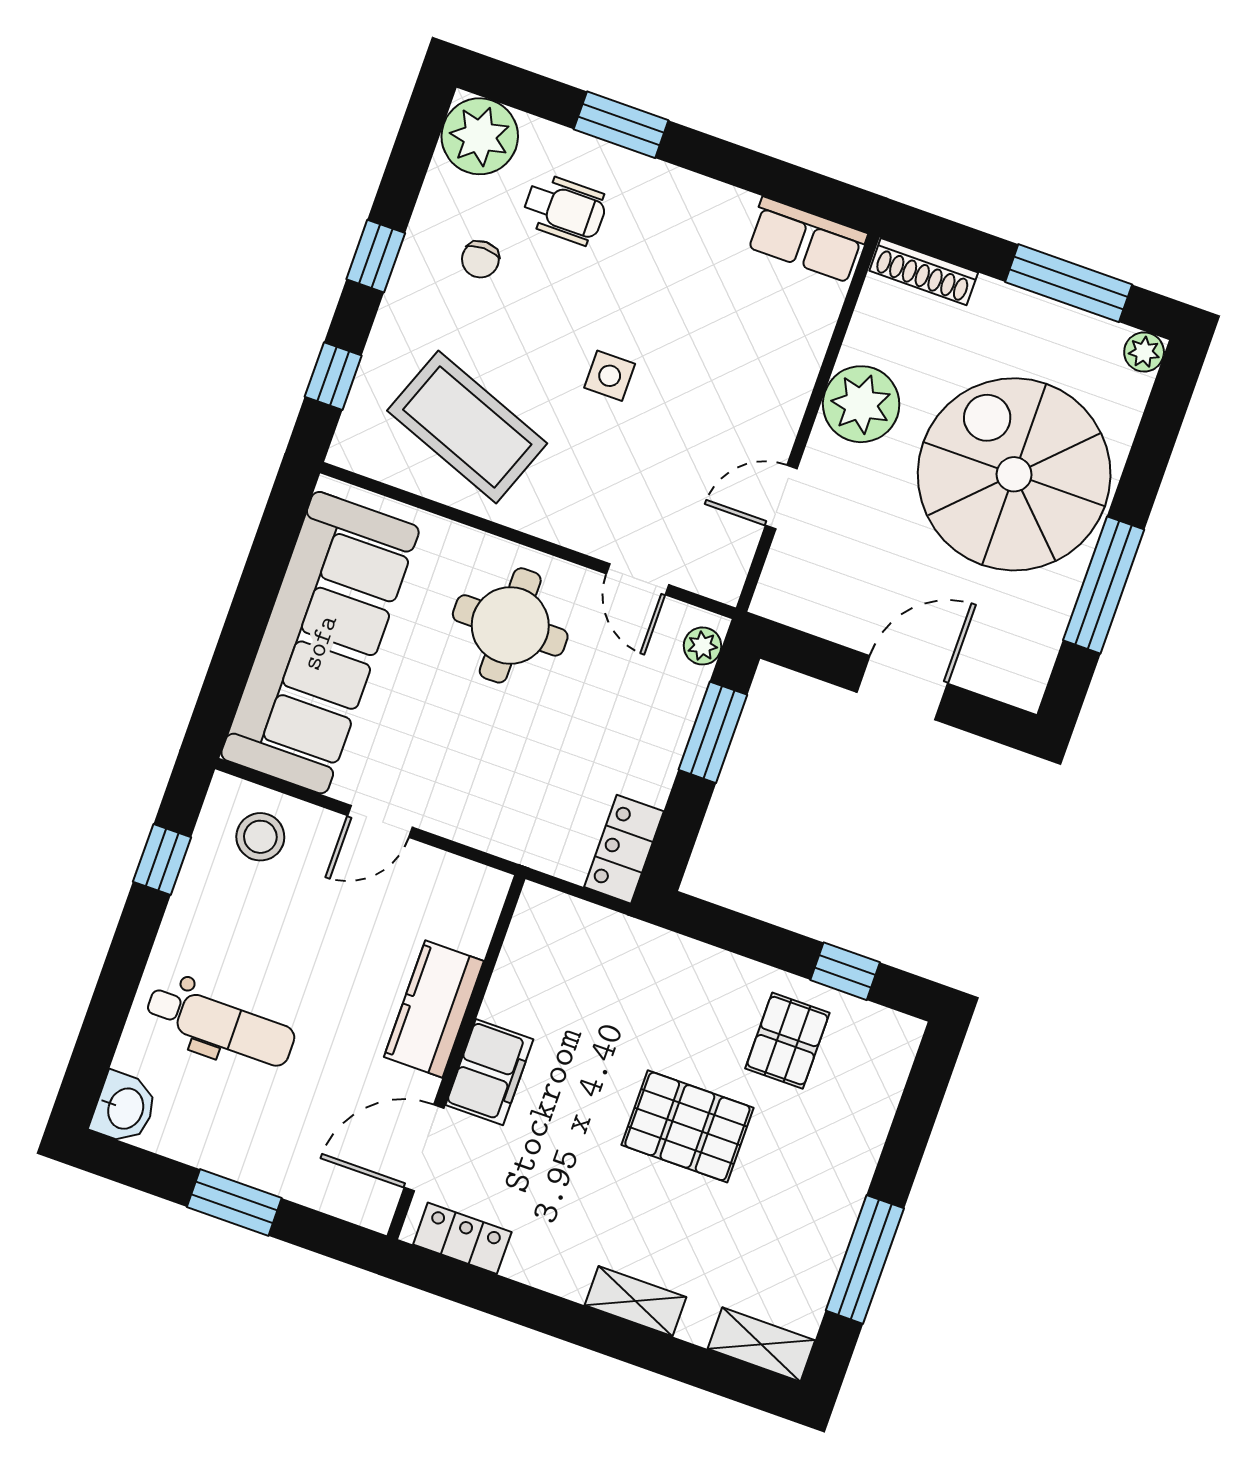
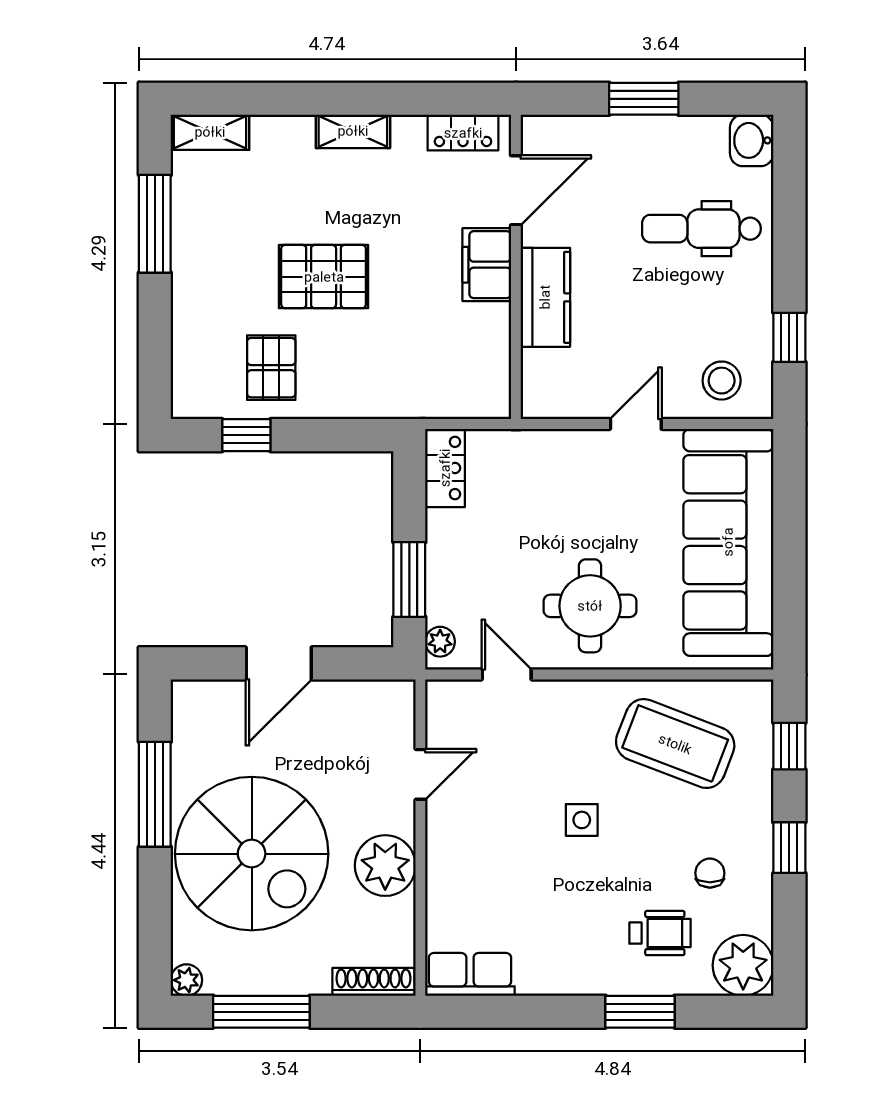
wheelchair: (565, 209) -> (660, 933), turned 180
shelving: (635, 1301) -> (353, 131), moved

